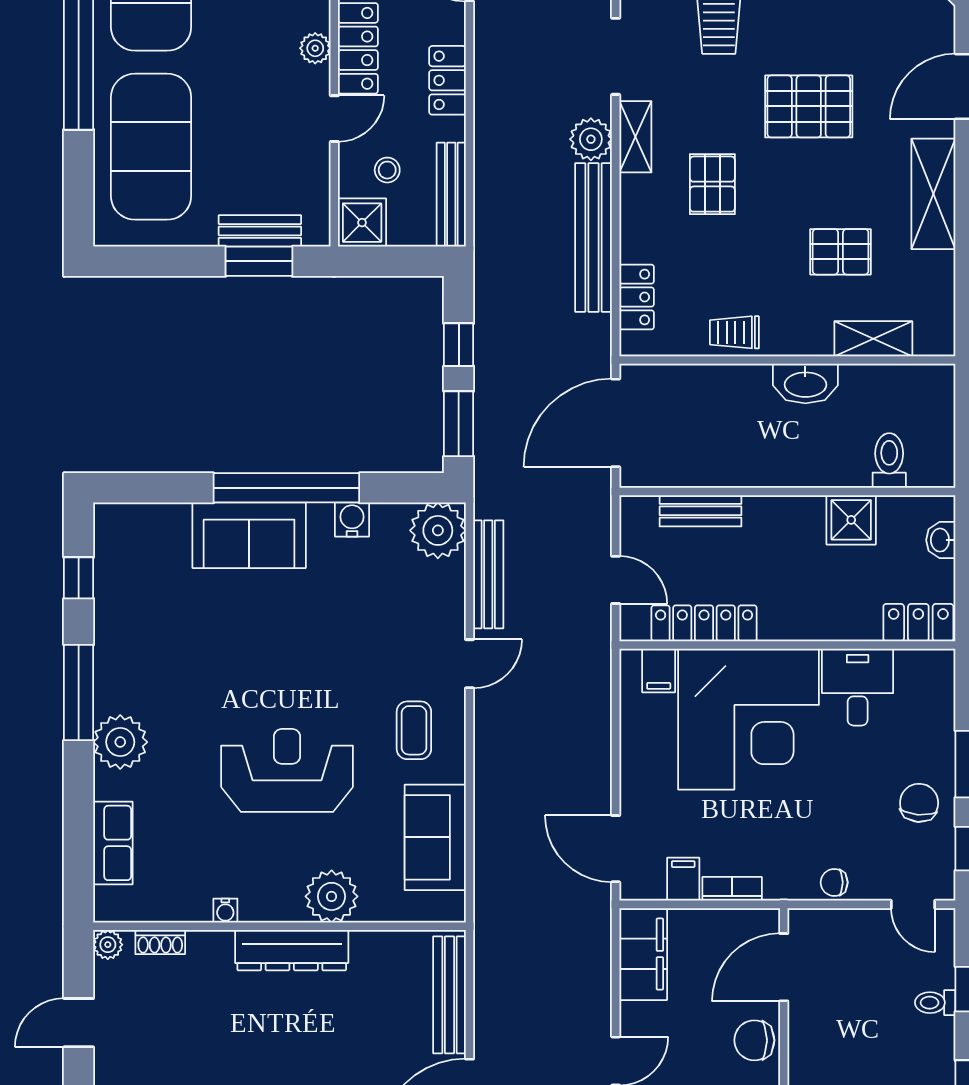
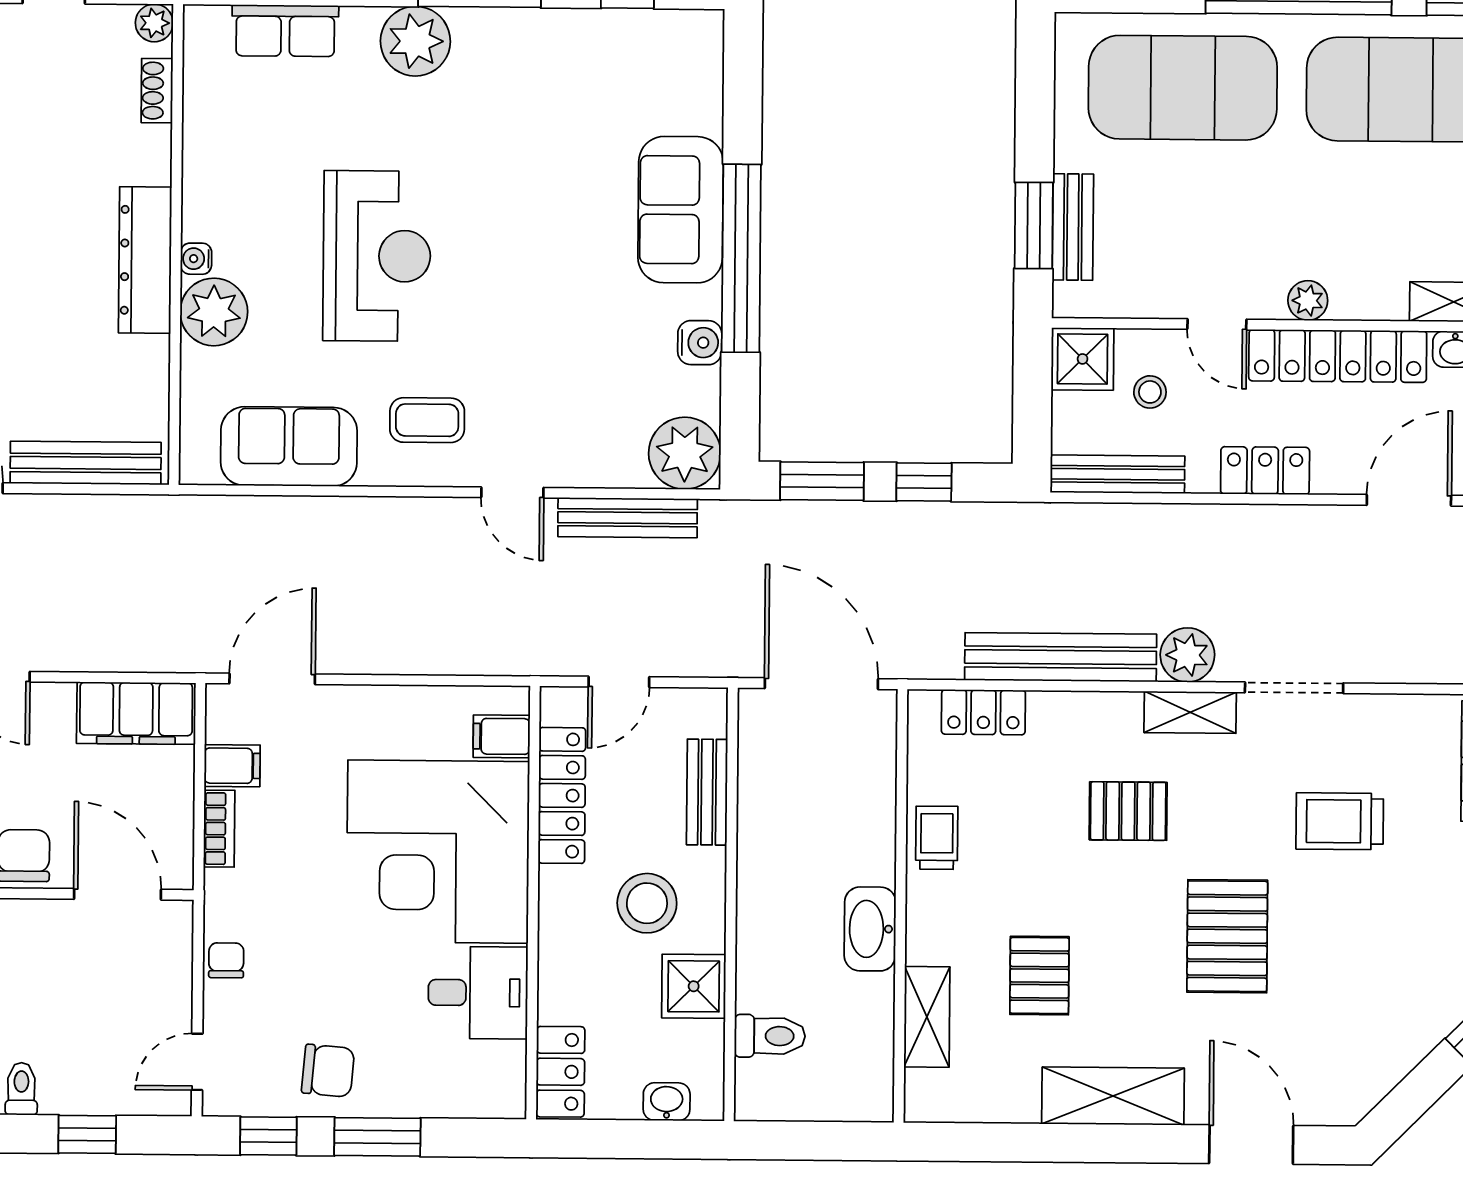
stool: (787, 557) -> (647, 903), added
water cooler: (225, 911) -> (196, 259), moved
toilet: (935, 1003) -> (21, 1089), moved

